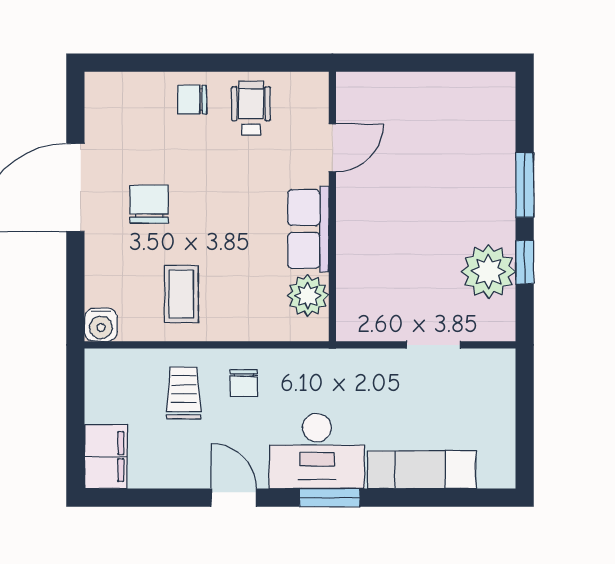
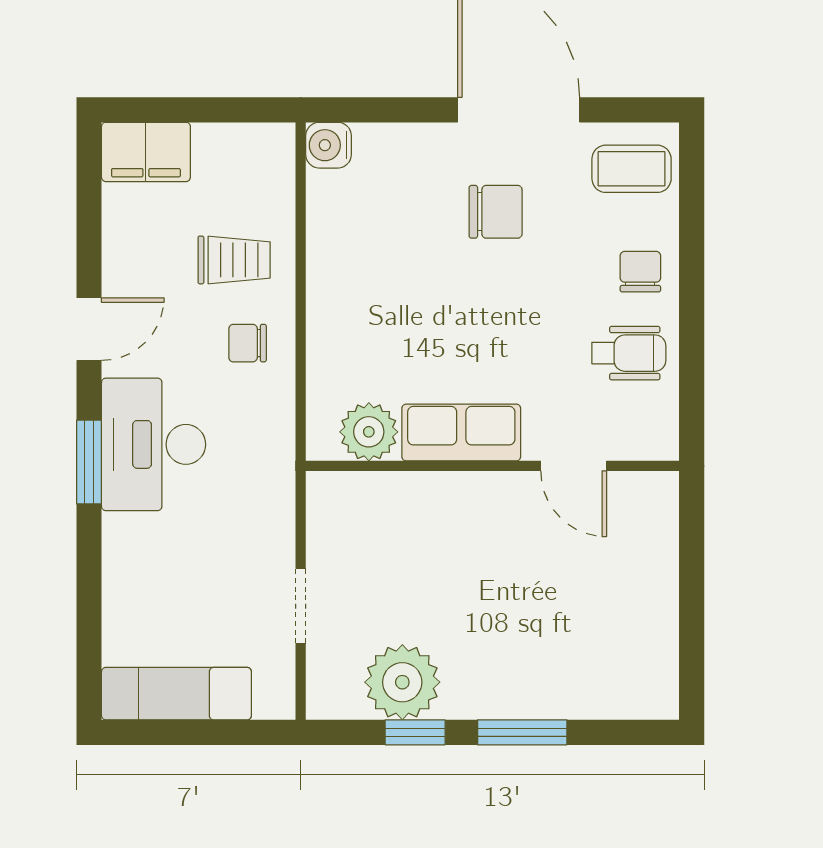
coffee table: (181, 294) -> (632, 169), moved
exam couch: (422, 470) -> (176, 694), moved, turned -90

